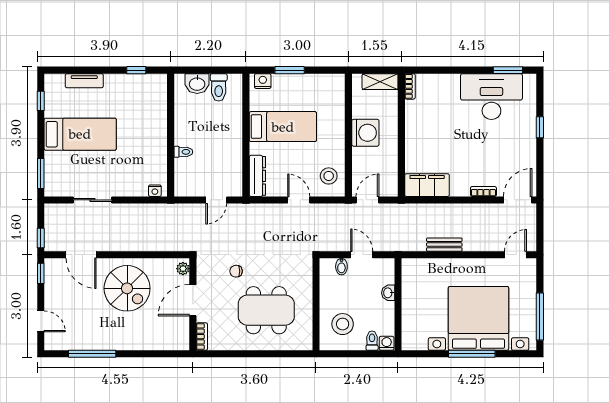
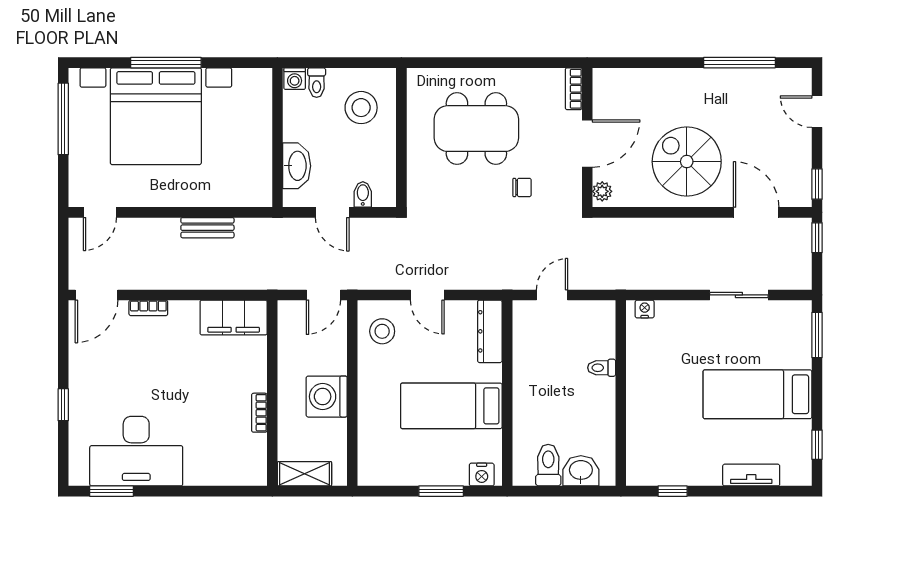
bookcase: (410, 86) -> (259, 413), moved
washbasin: (388, 293) -> (297, 166), width x1.91, depth x1.45

